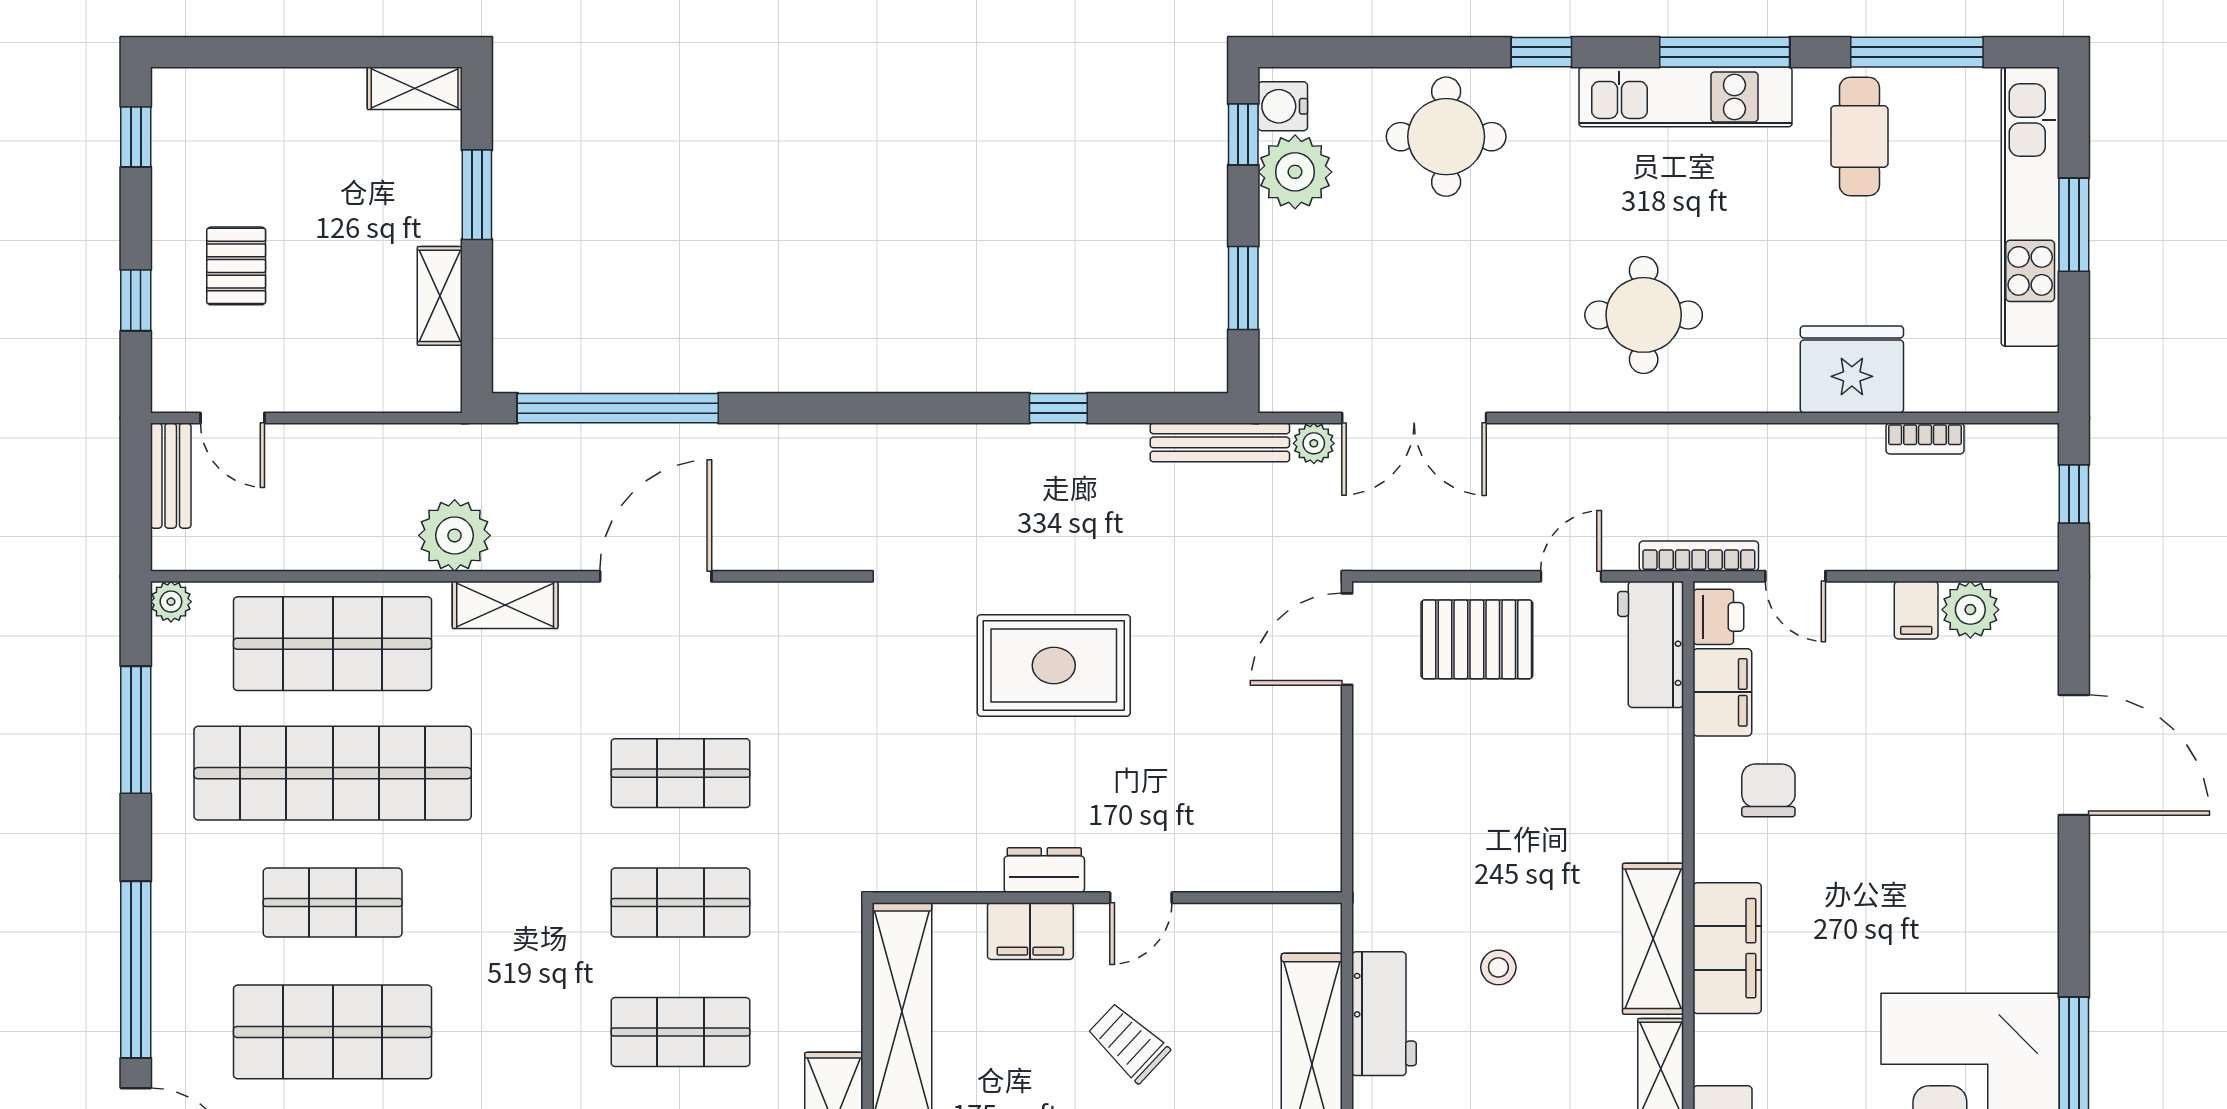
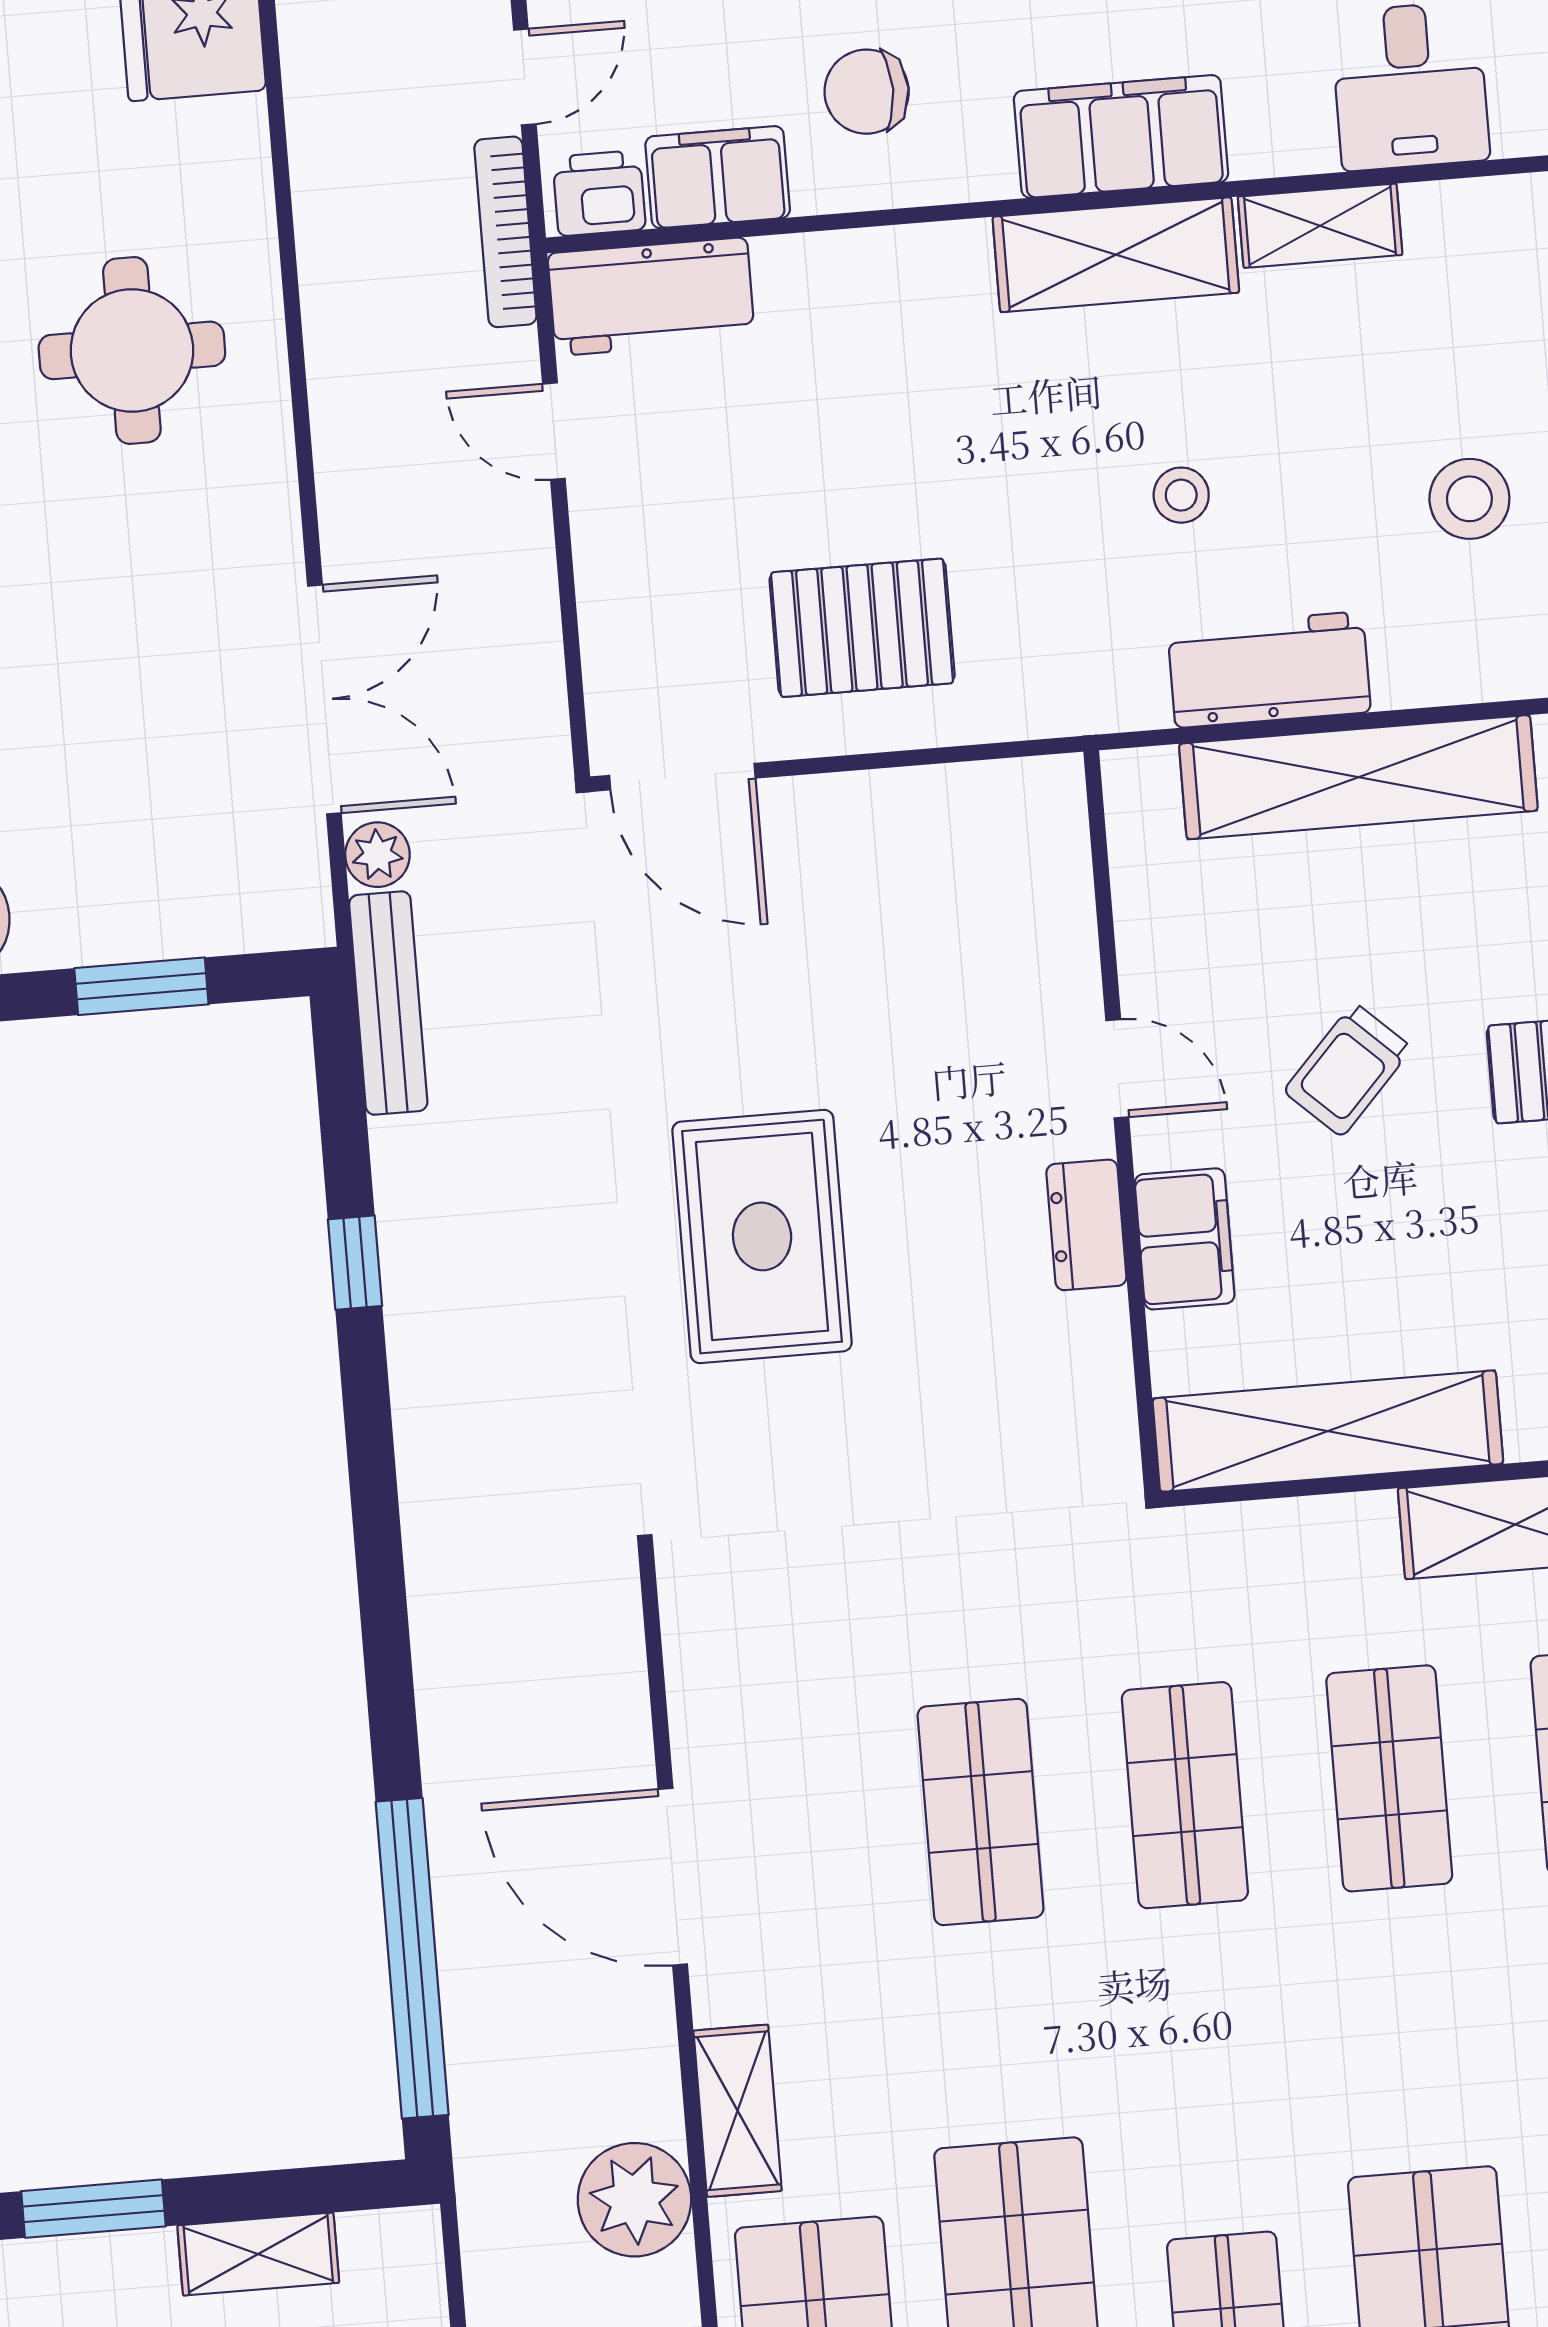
pallet: (1477, 639) -> (862, 628), moved, turned 90

